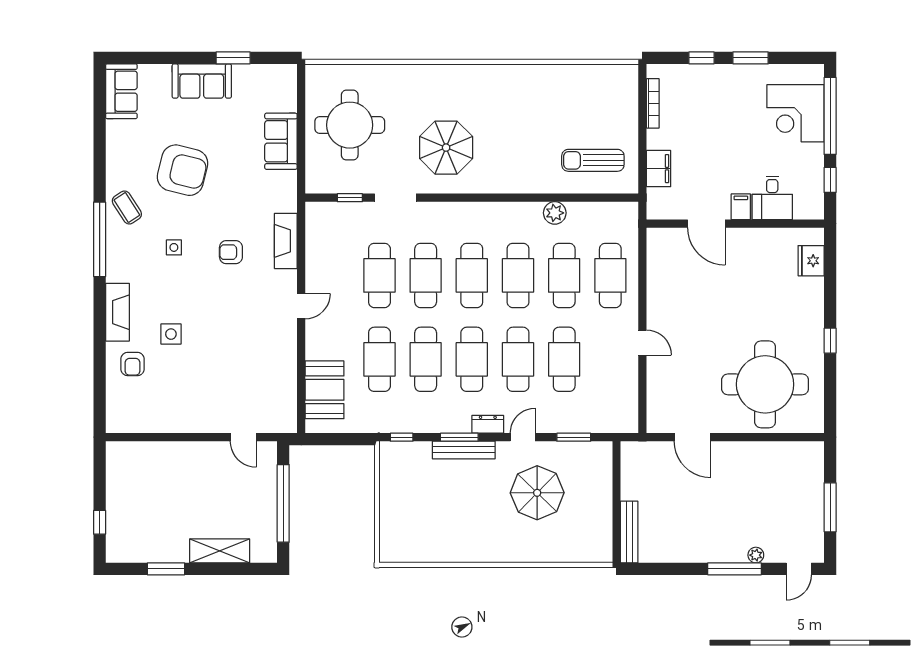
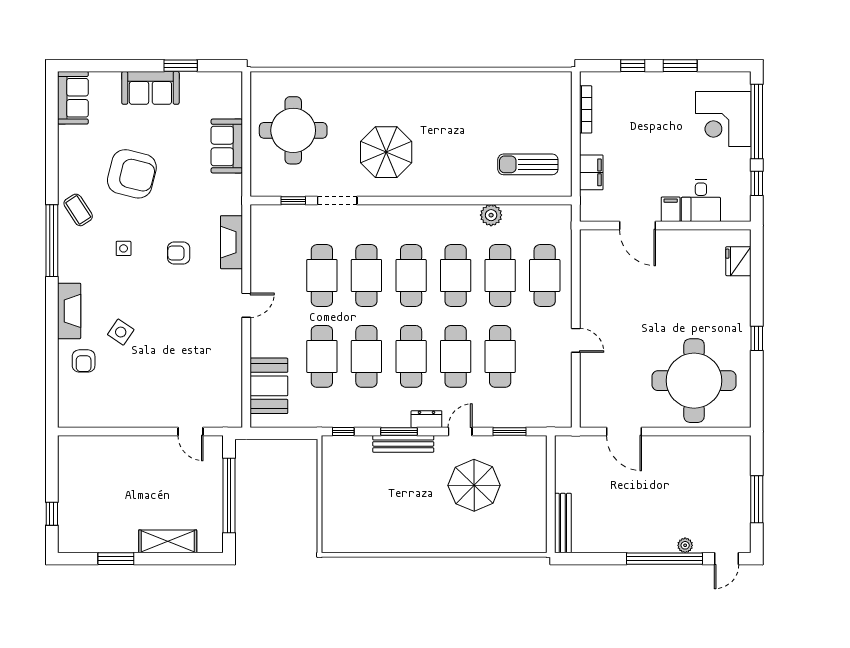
side table: (171, 334) -> (121, 332), turned 34
window: (735, 569) -> (665, 559), width x1.46

